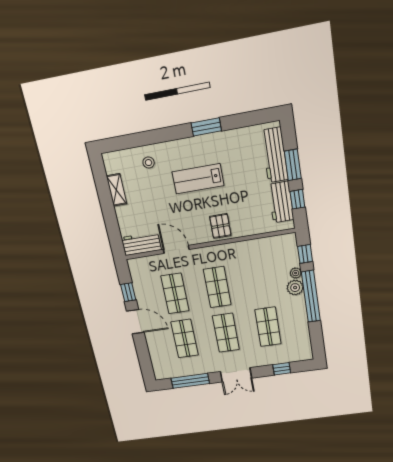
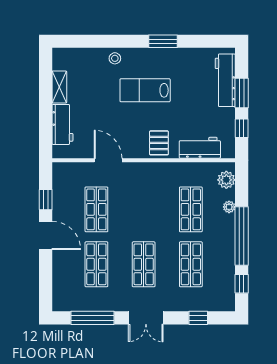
stool: (149, 163) -> (115, 58), moved
workbench: (281, 202) -> (200, 148), moved, turned 90
workbench: (141, 244) -> (62, 124), moved, turned 90
window: (305, 254) -> (242, 284), moved
shop shelf: (217, 287) -> (191, 209), moved
plant: (295, 288) -> (226, 180), moved

